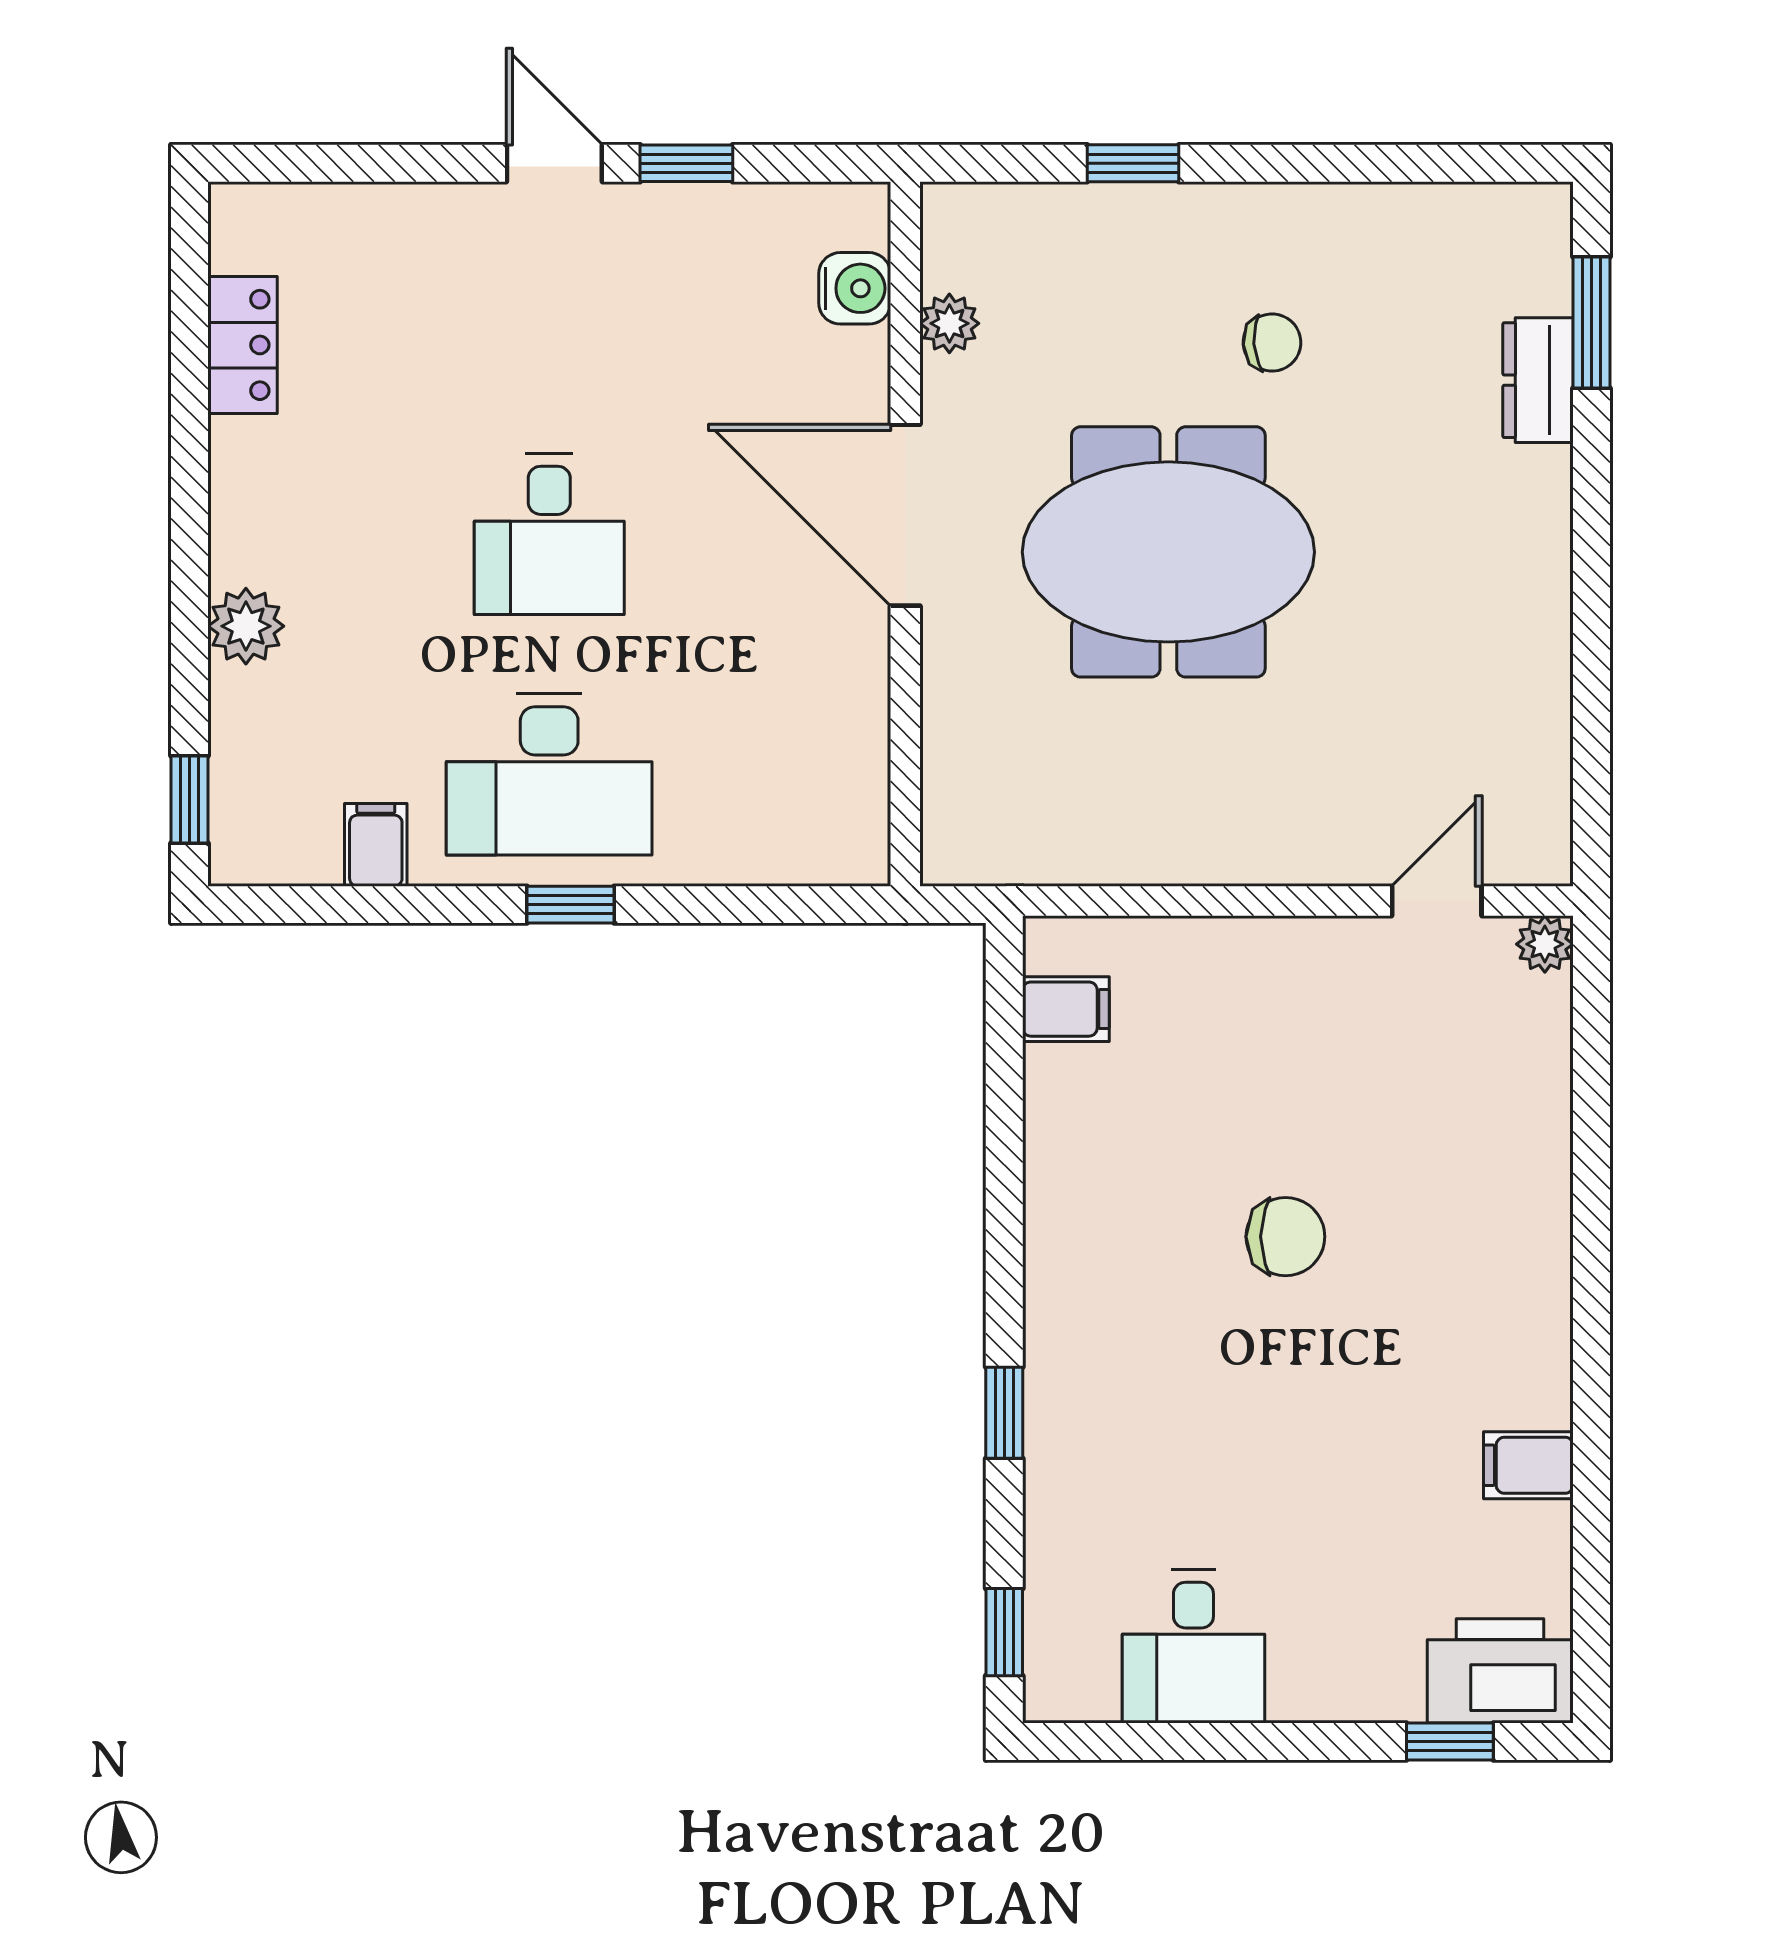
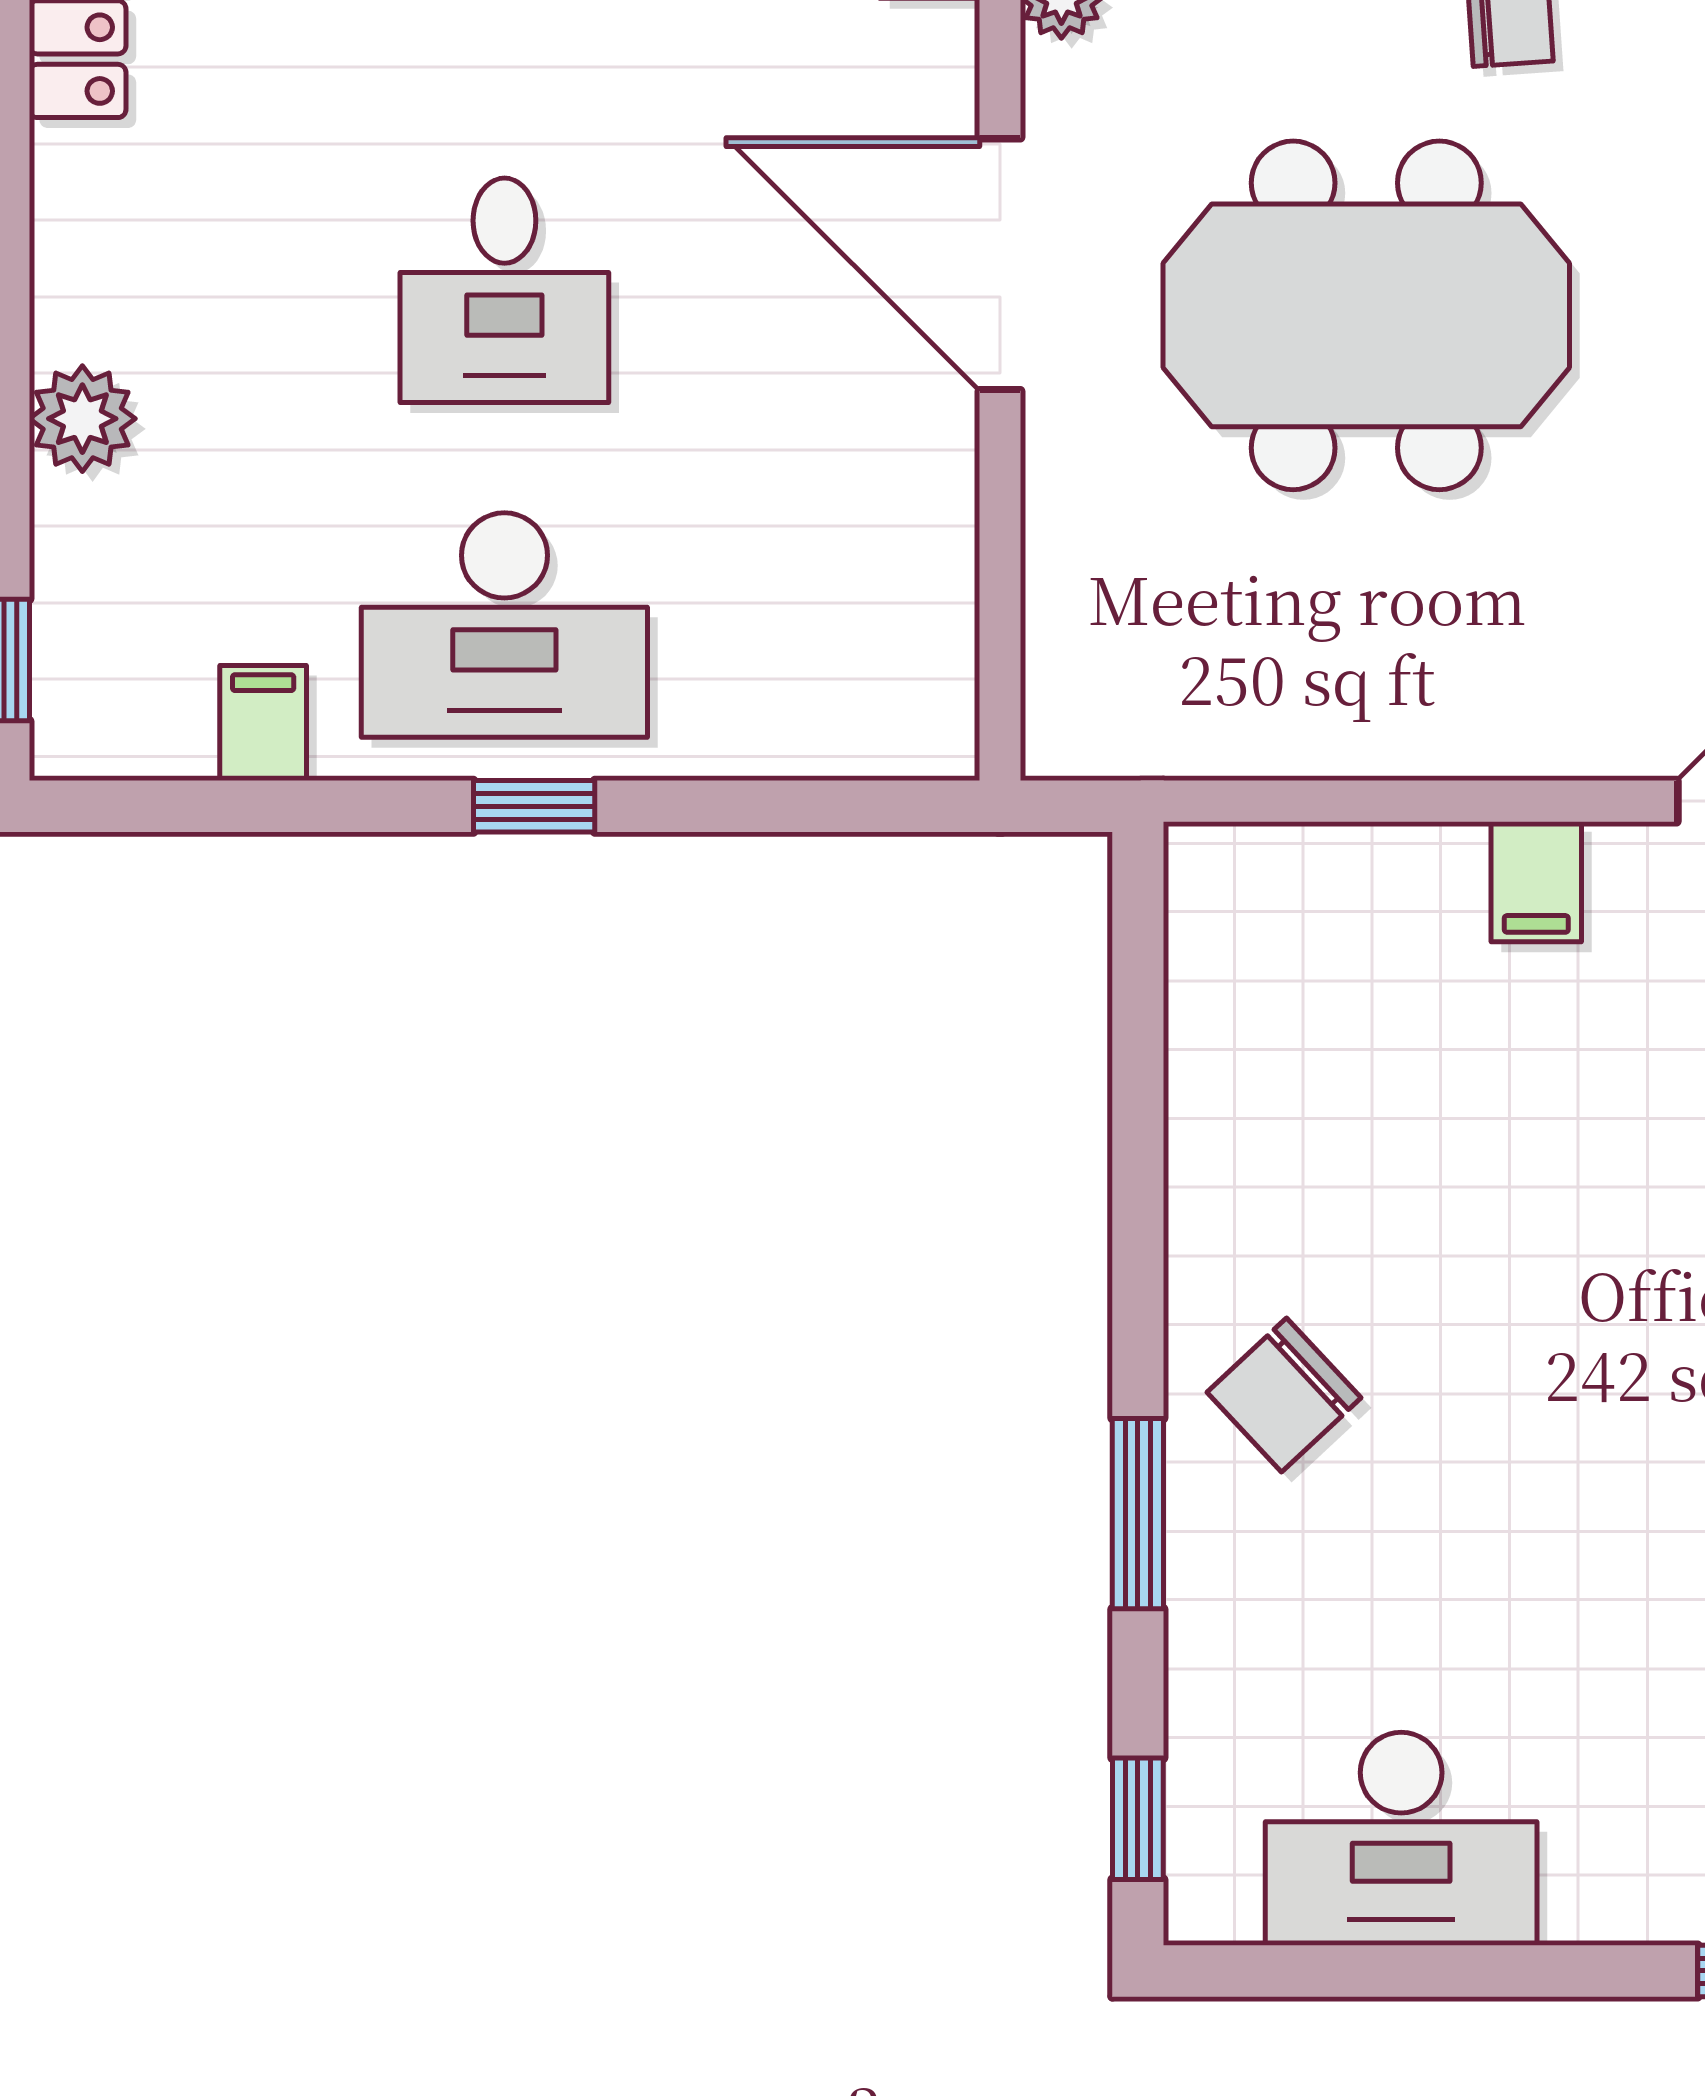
filing cabinet: (1066, 1009) -> (1536, 882), moved, turned 90
chair: (1285, 1237) -> (1284, 1395), moved, turned 137
window: (1004, 1413) -> (1138, 1514), width x1.50
desk: (1193, 1646) -> (1401, 1839), width x1.37

